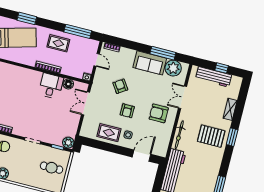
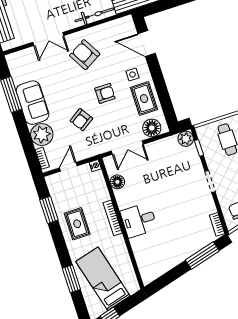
window: (78, 31) -> (49, 210), width x0.69
plant: (173, 68) -> (42, 135), moved
desk: (51, 86) -> (139, 220), moved
armchair: (159, 113) -> (85, 55), turned 150
floor lamp: (88, 126) -> (152, 128), added

